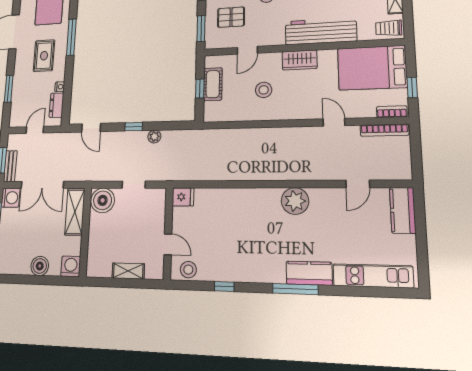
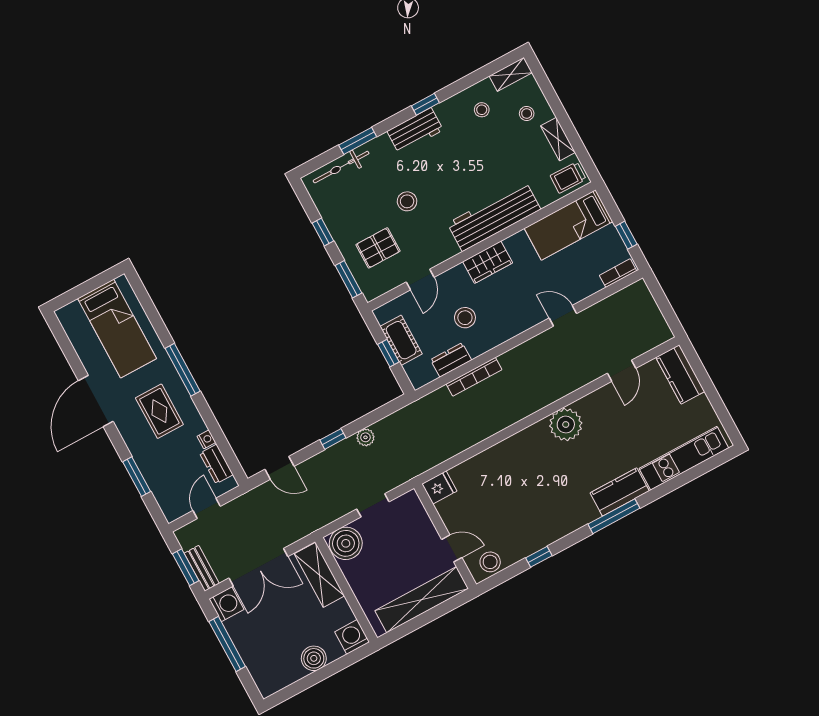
bed: (372, 68) -> (568, 225), width x0.67
dresser: (239, 114) -> (451, 360), added
bookcase: (384, 130) -> (474, 377), moved
shelving: (128, 271) -> (422, 600), width x2.20, depth x1.33

